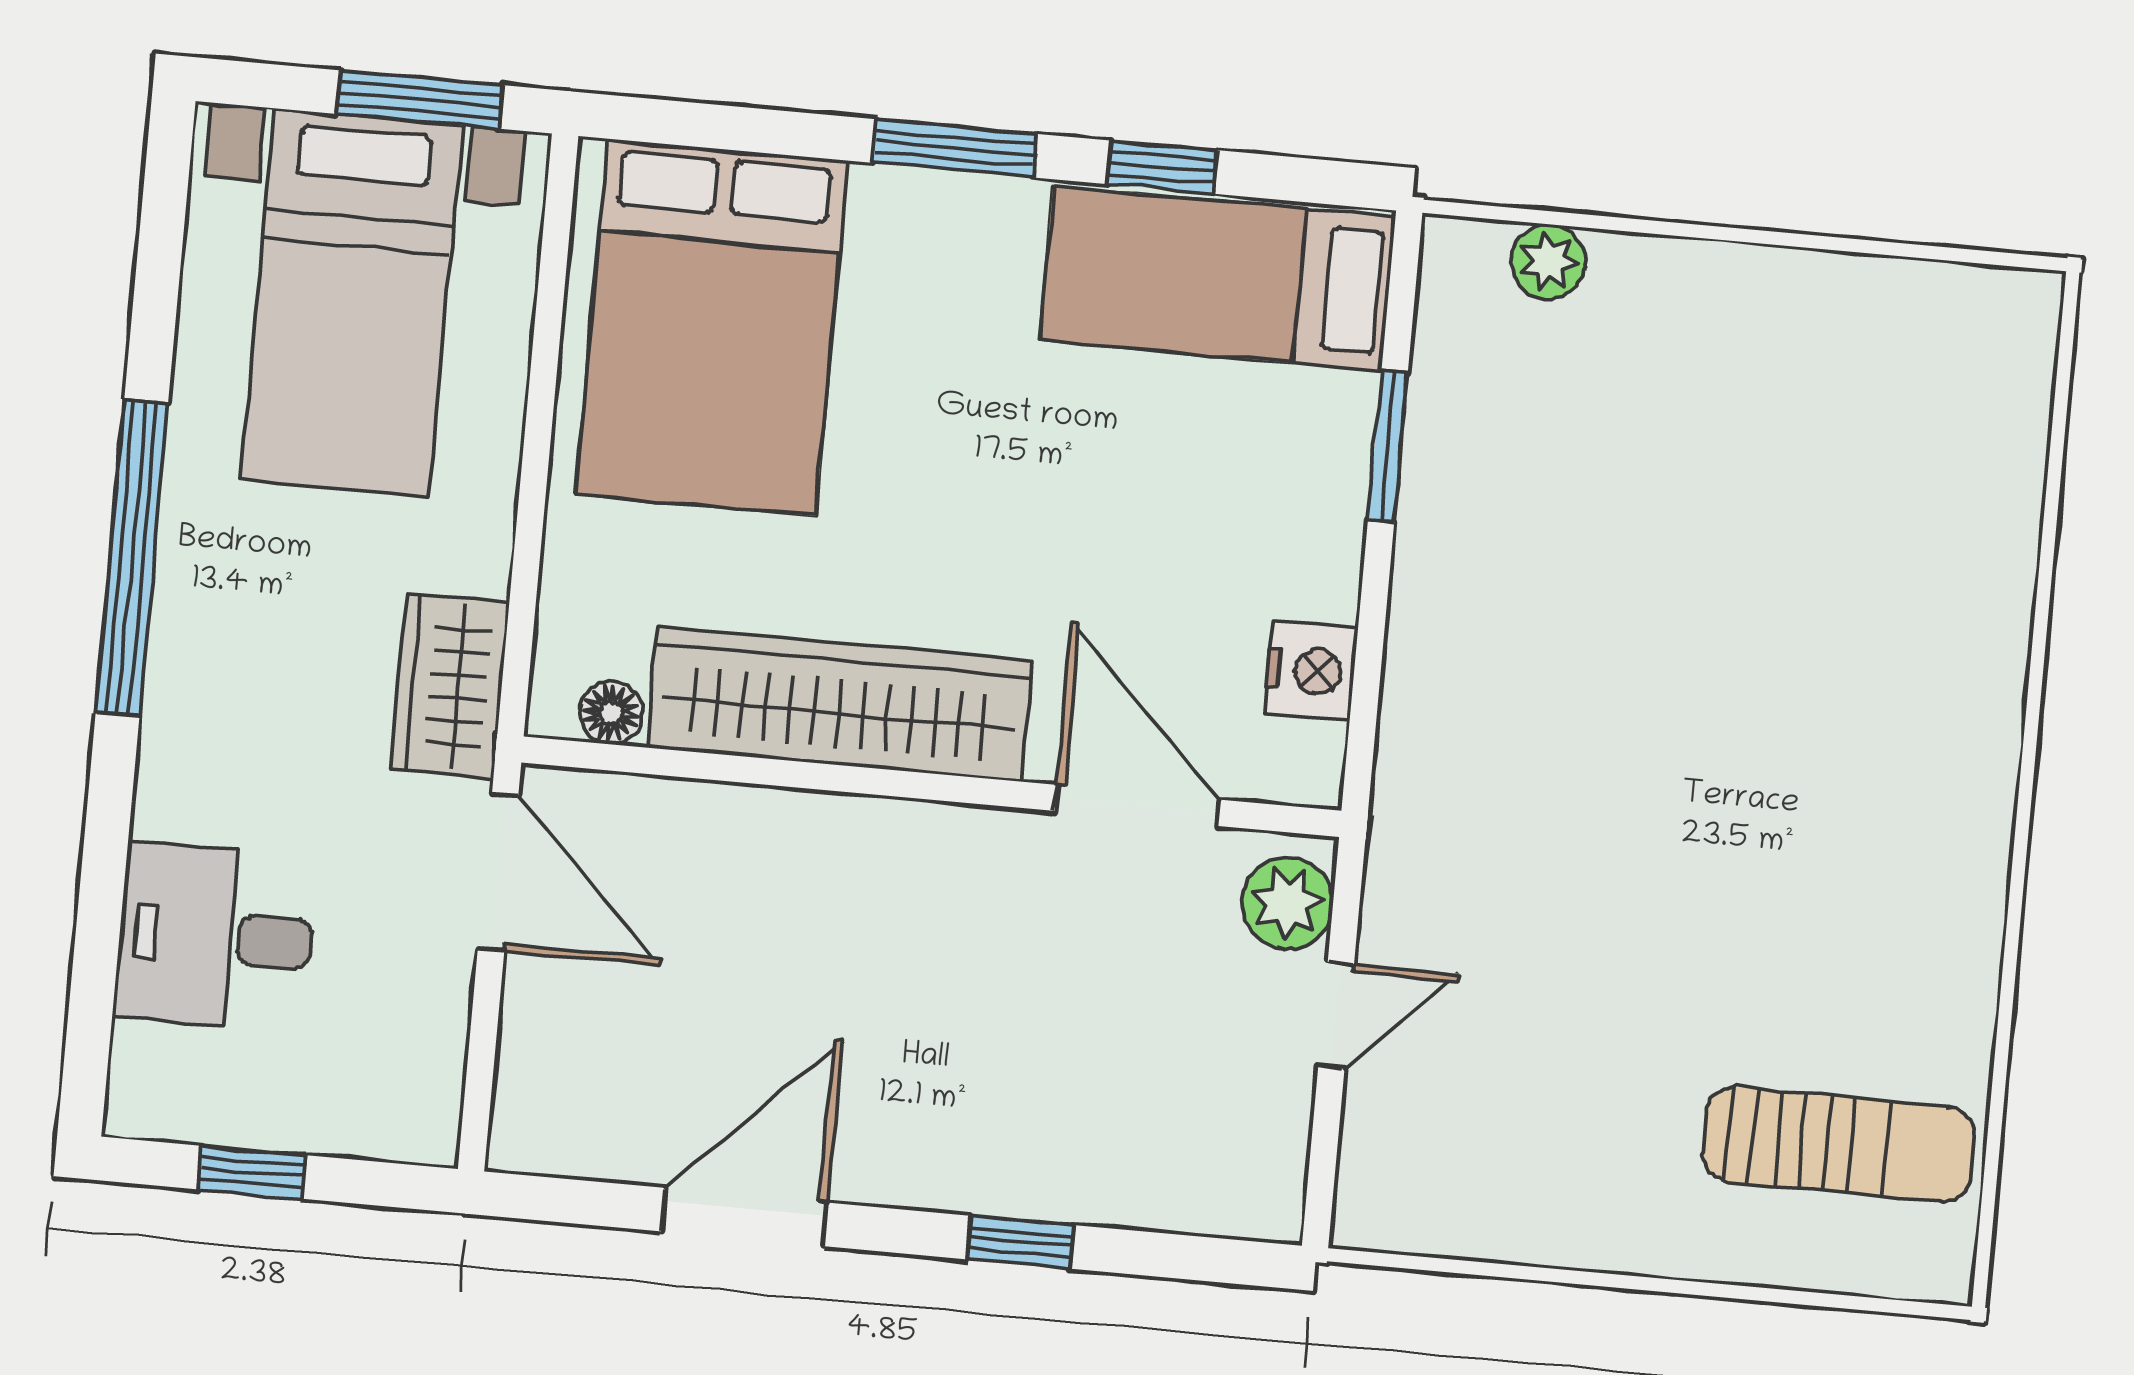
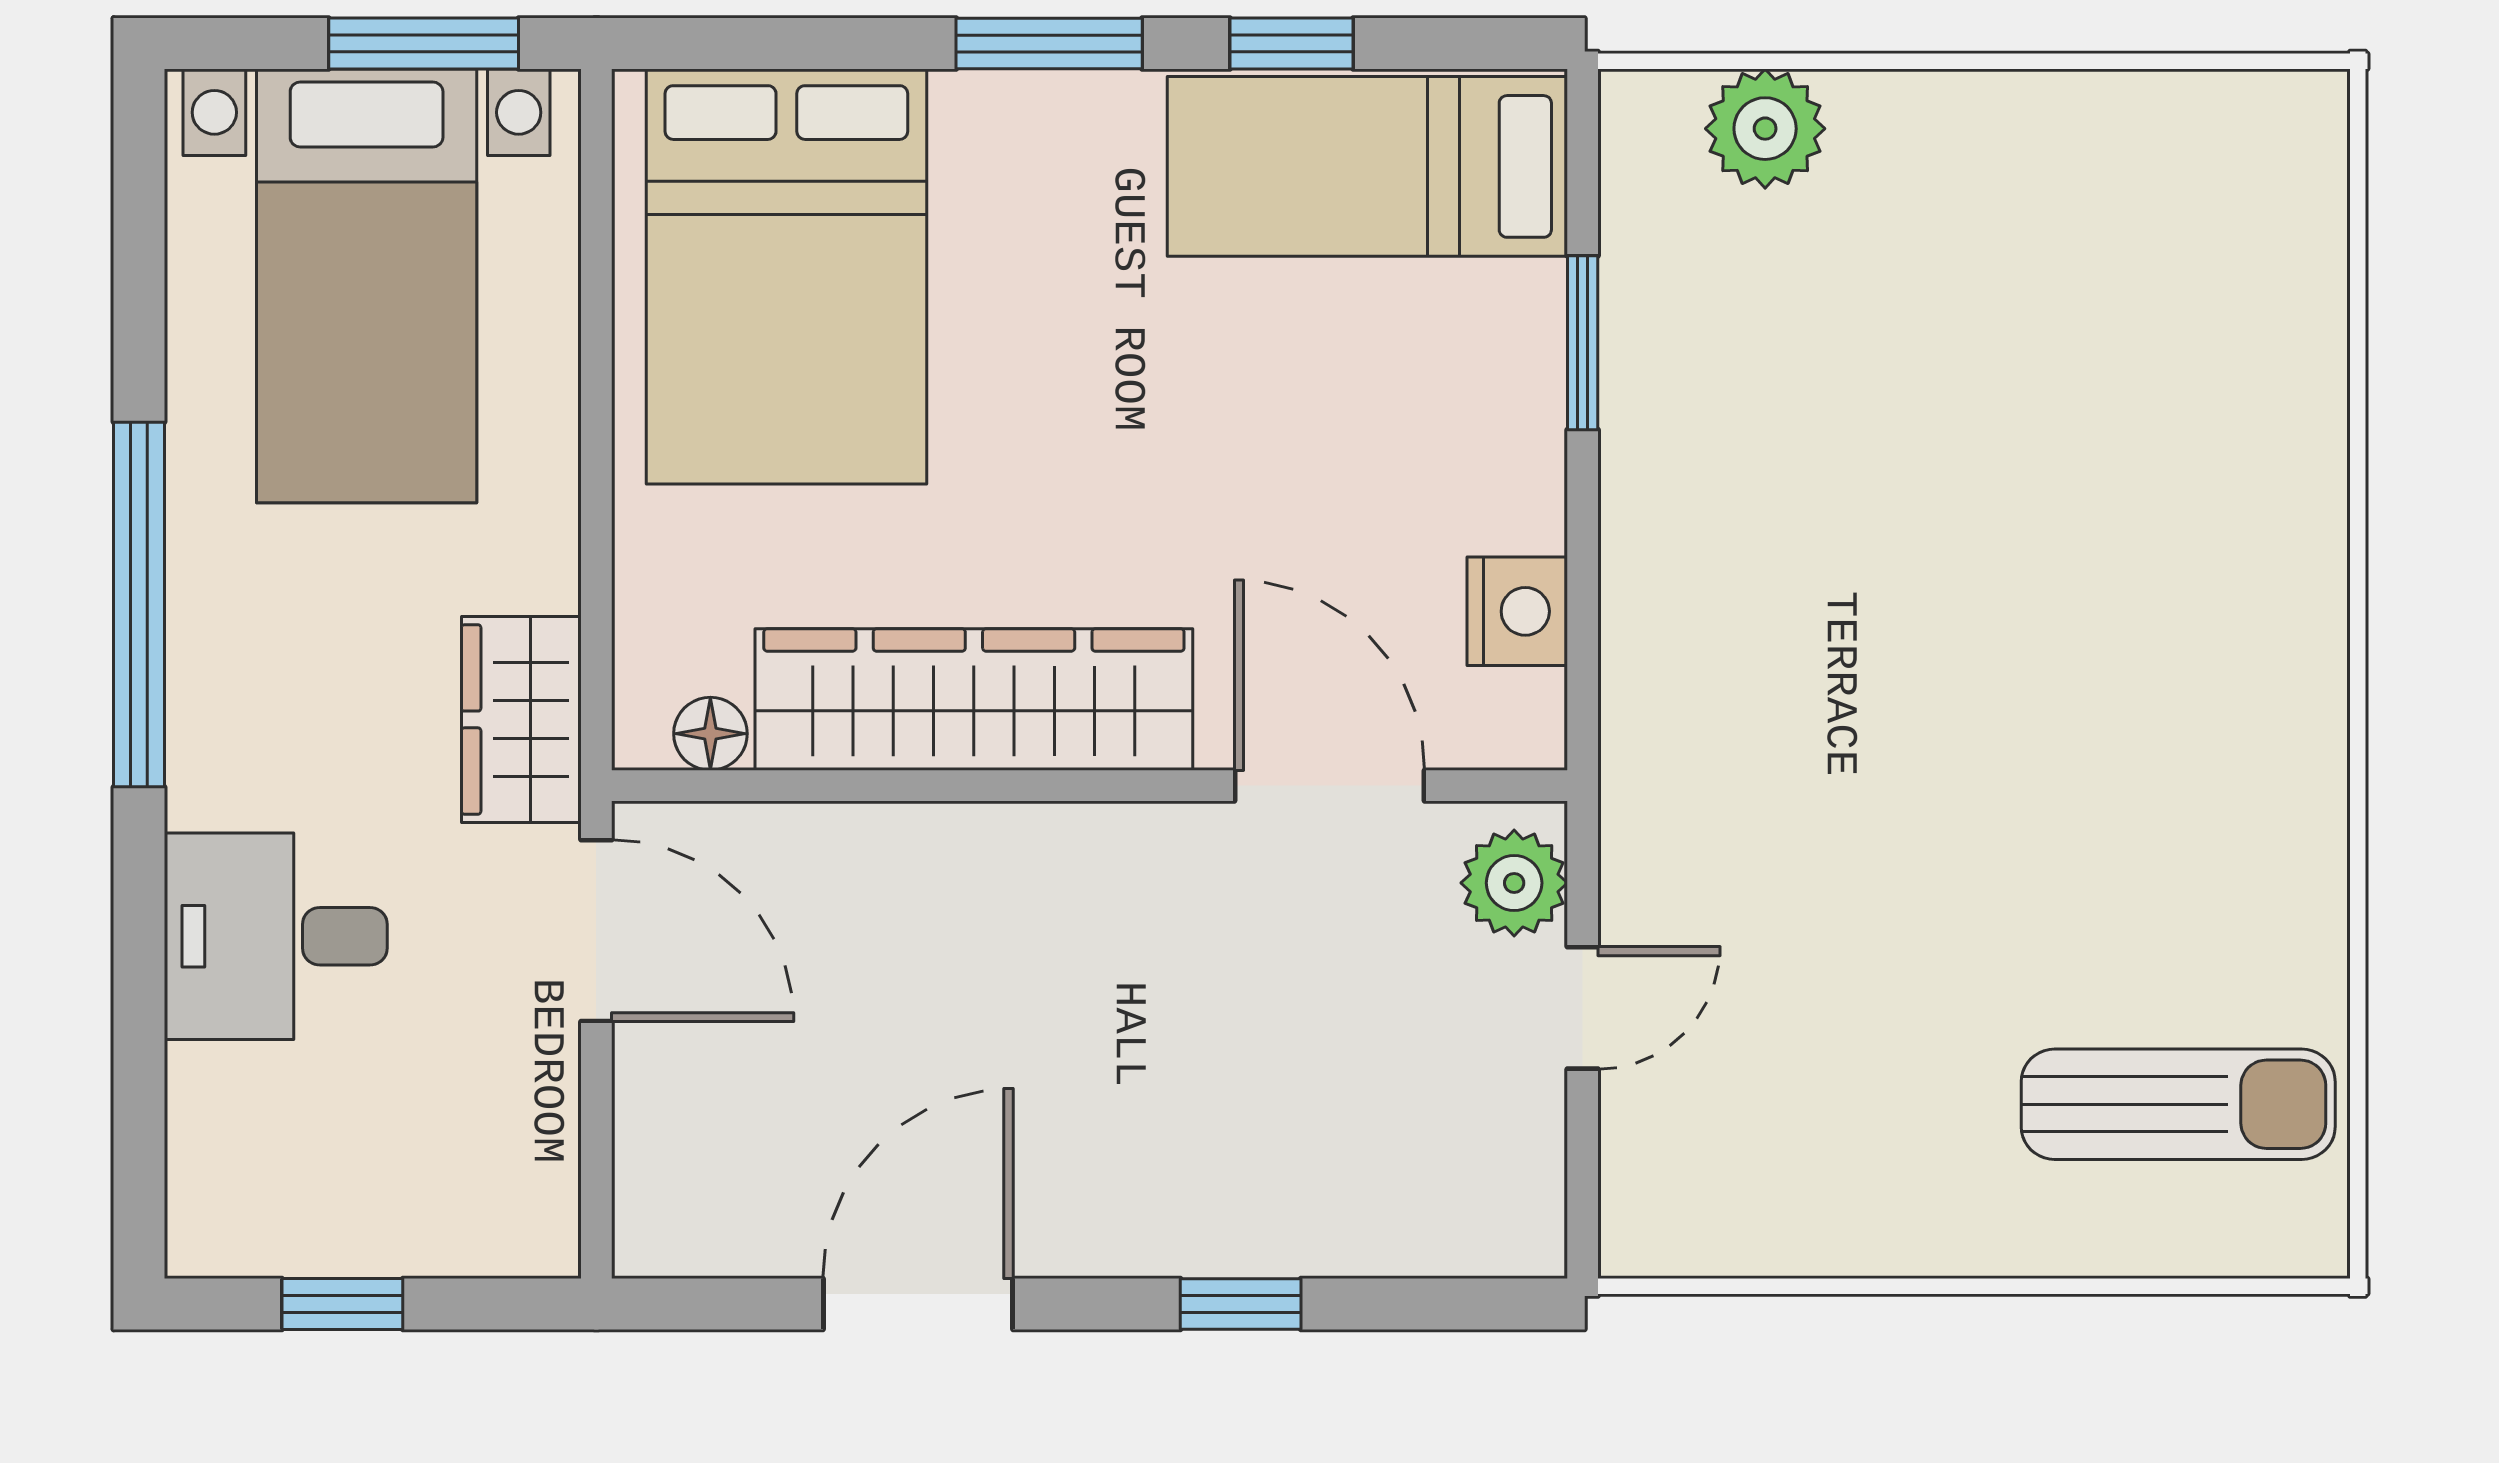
plant: (1548, 262) -> (1765, 129), width x1.38, depth x1.38
desk: (215, 937) -> (276, 936), moved

